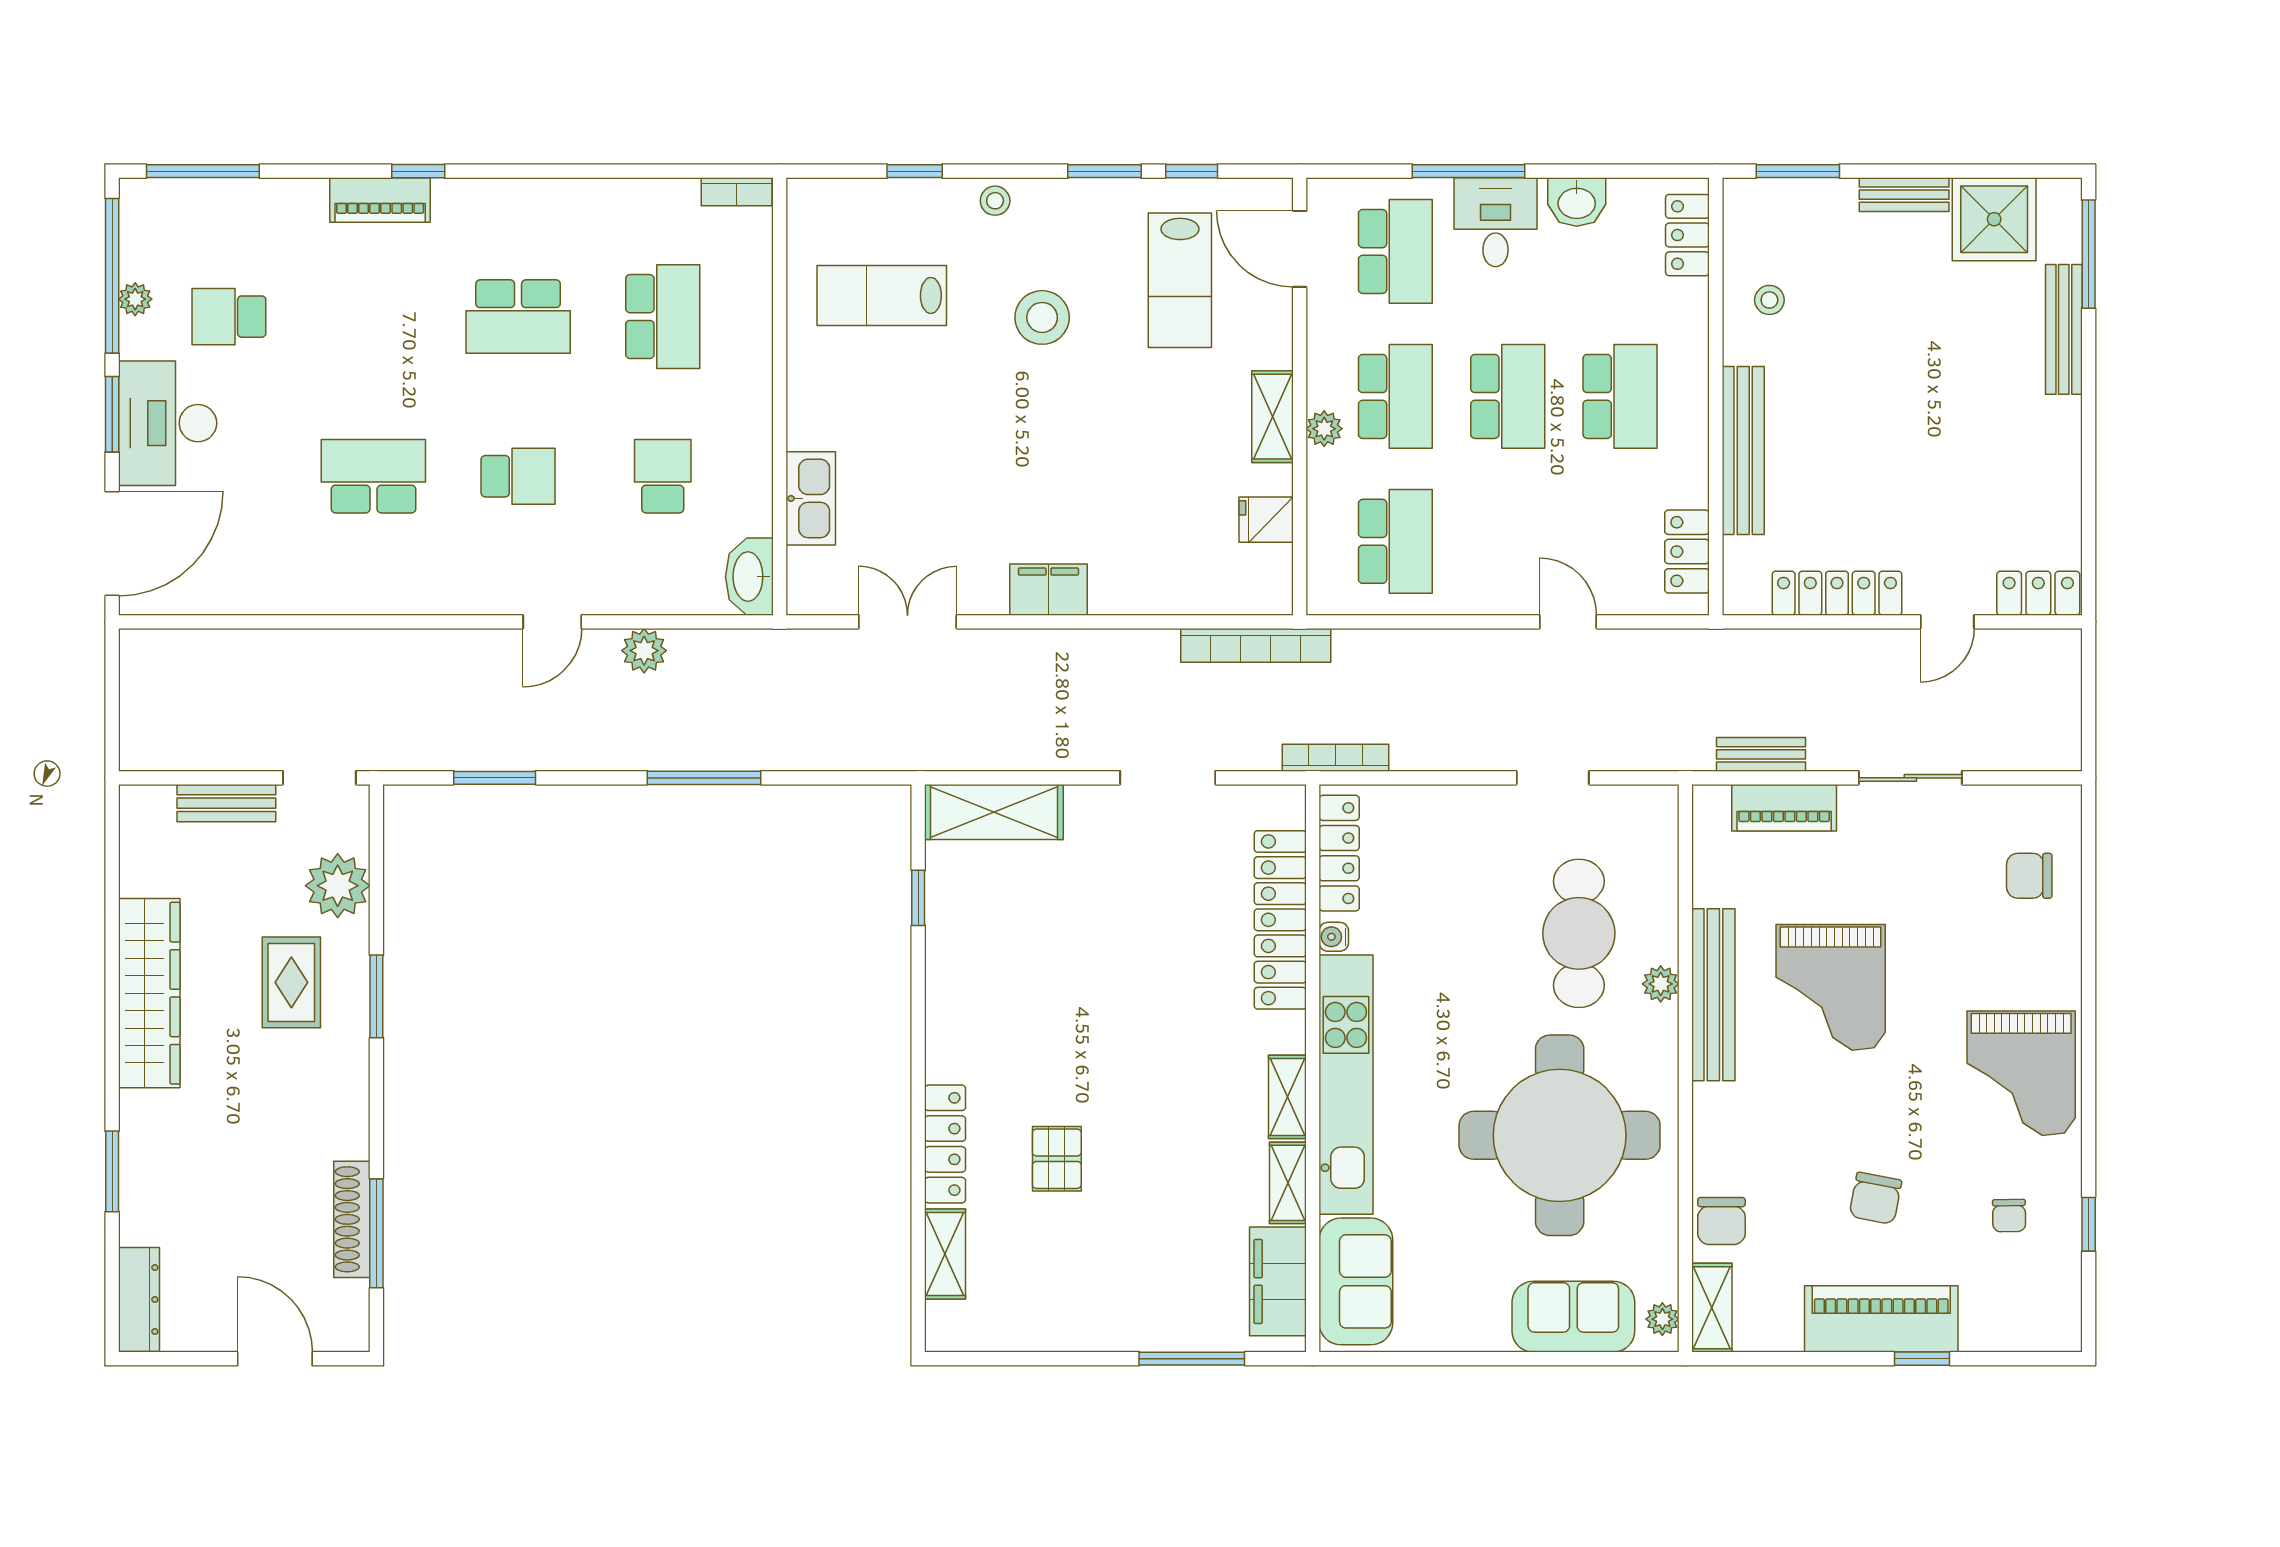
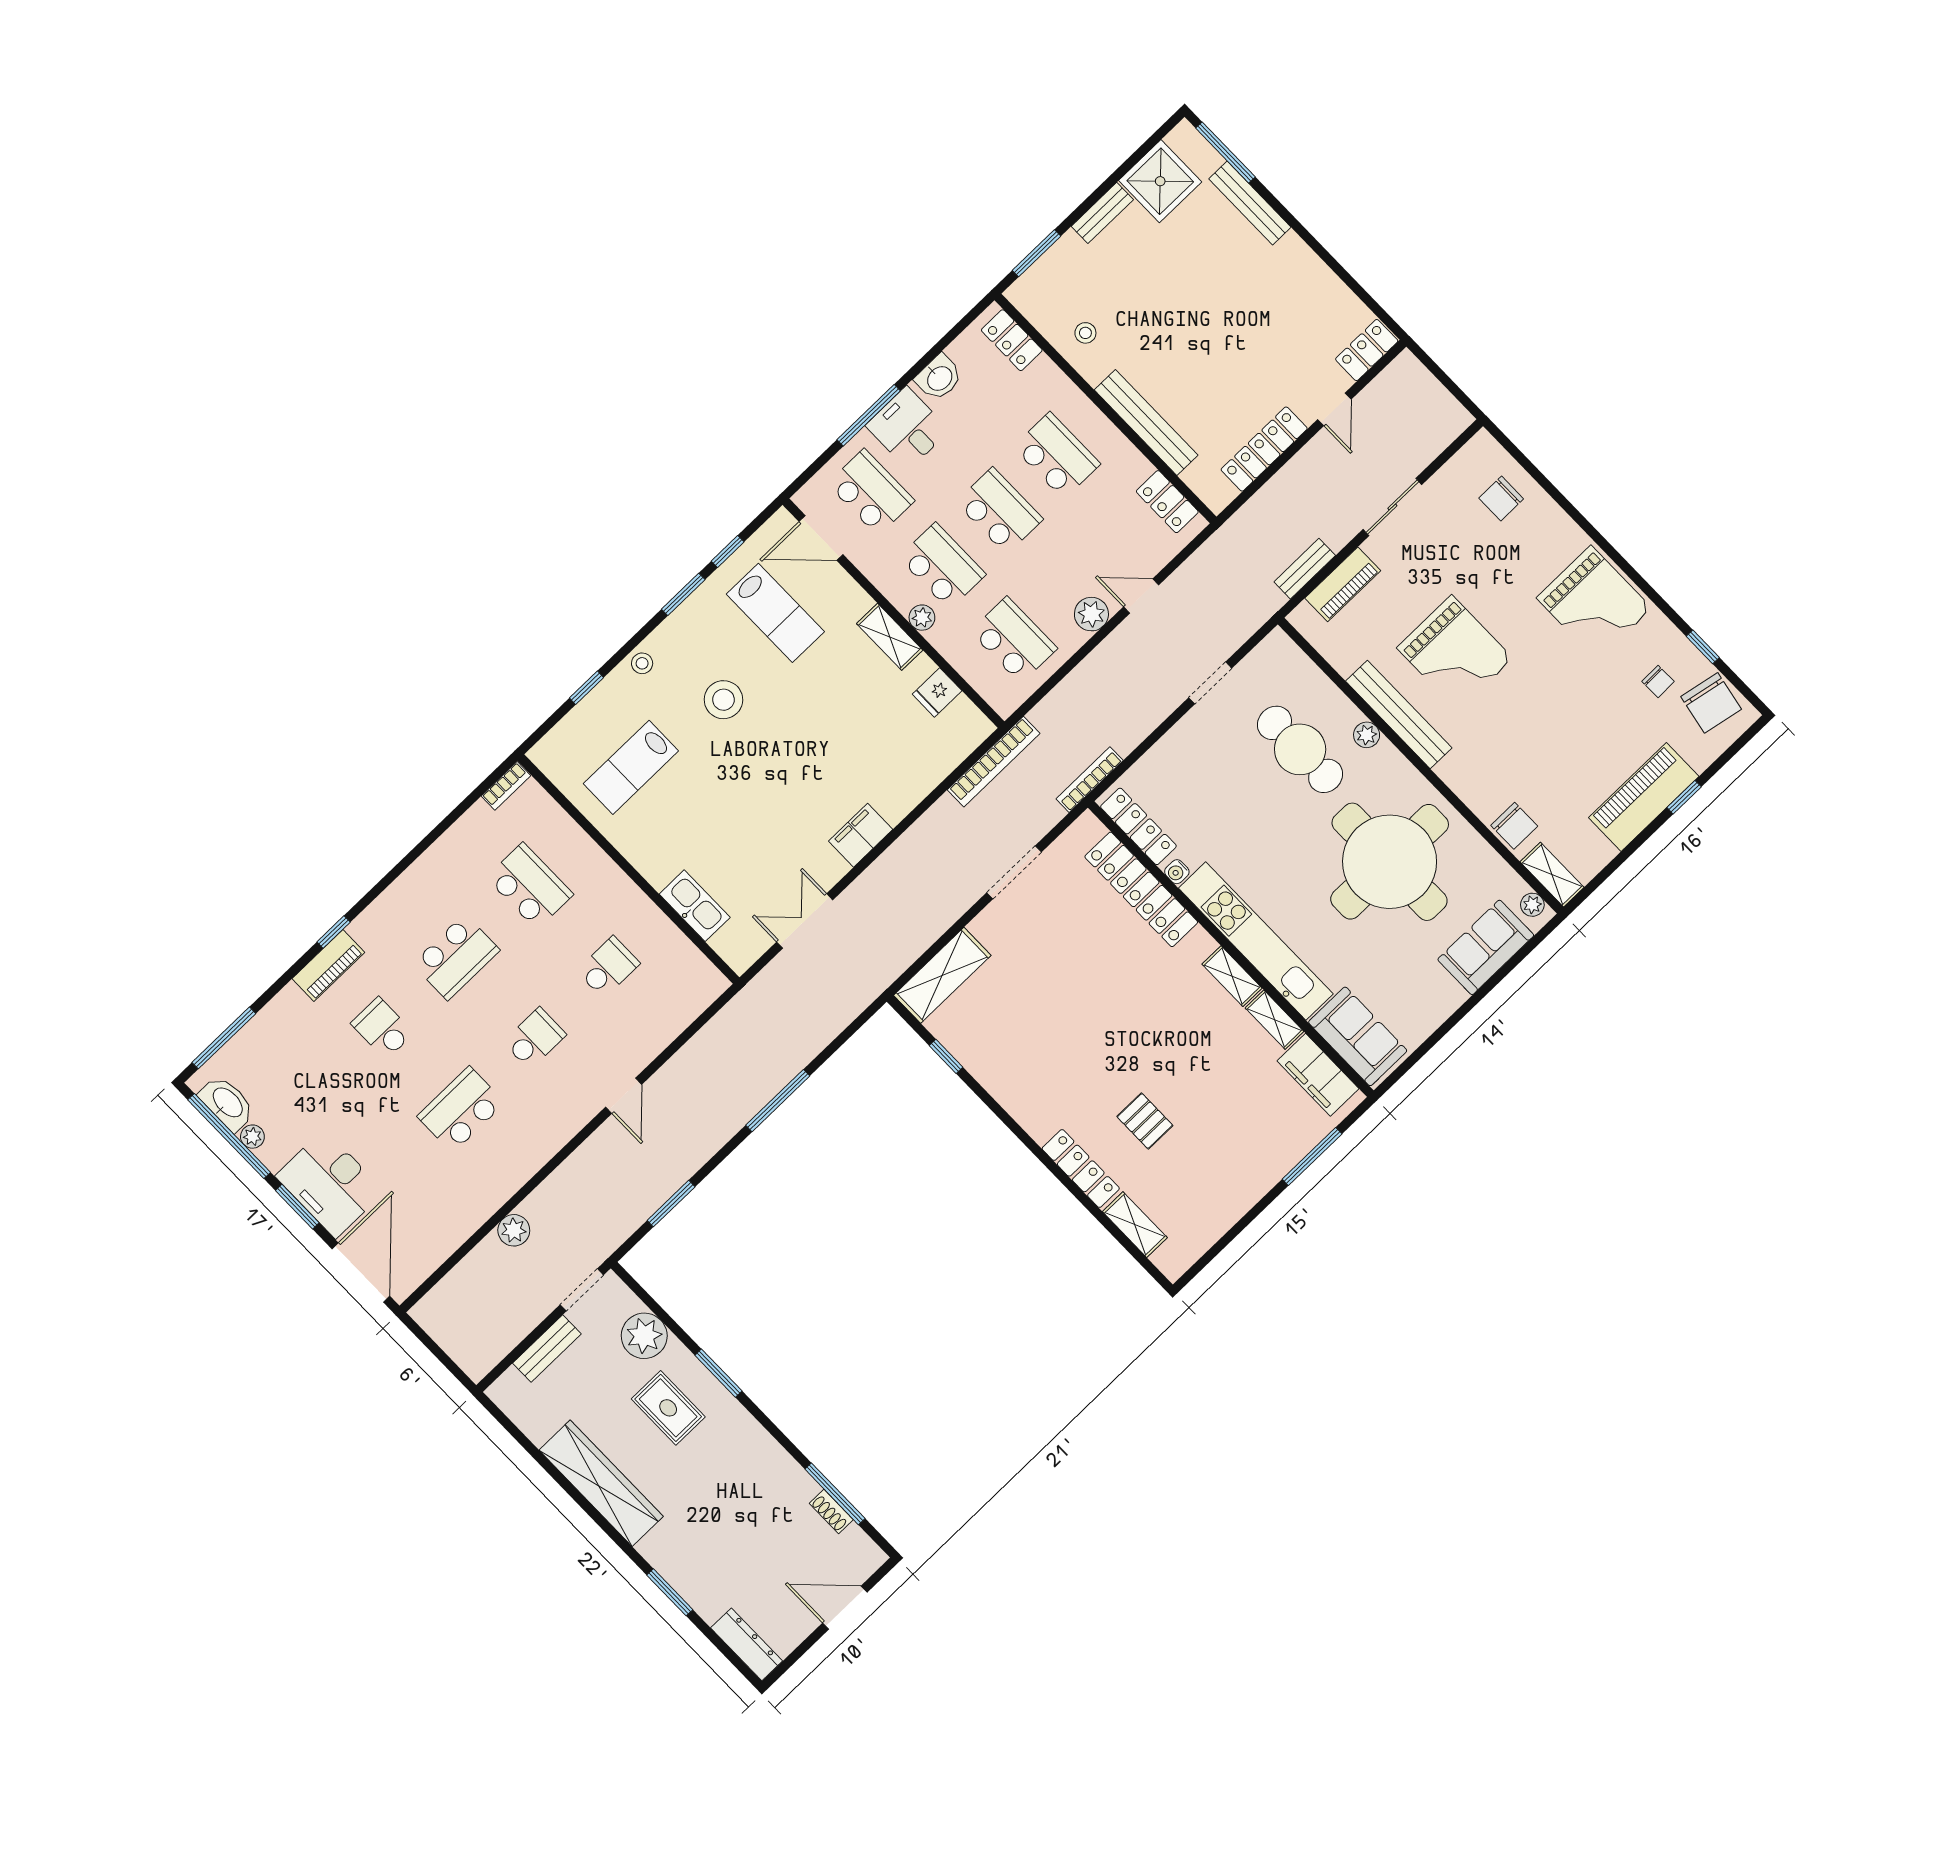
school desk: (229, 317) -> (382, 1028), moved, turned 90
school desk: (663, 476) -> (608, 967), turned 90
washbasin: (749, 577) -> (227, 1103), moved, turned 180
plant: (1500, 591) -> (1091, 614), added
plant: (644, 651) -> (514, 1230), moved
chair: (1875, 1198) -> (1711, 703), moved, width x1.37, depth x1.37
shoe rack: (352, 1219) -> (831, 1511), width x0.51, depth x0.81

